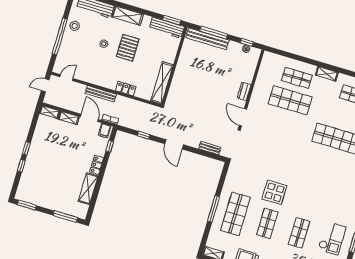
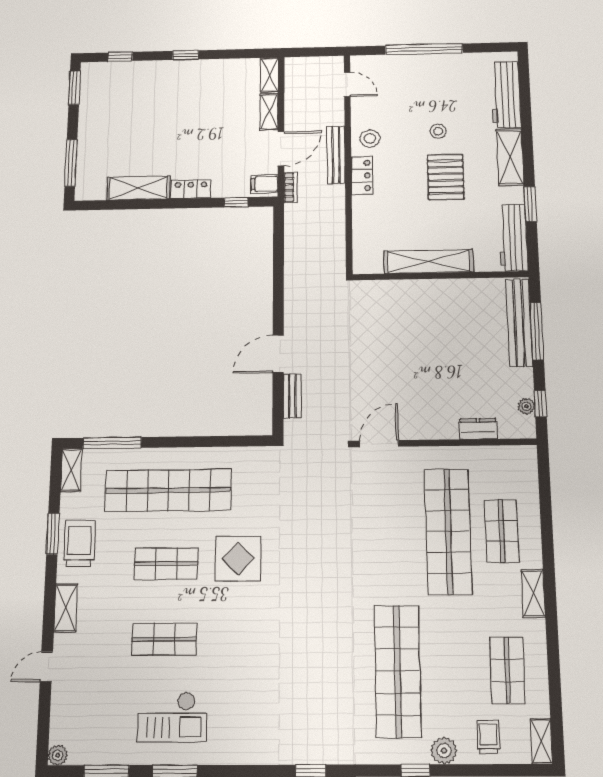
window: (172, 20) -> (530, 204), moved
stool: (75, 26) -> (370, 138), moved
pallet: (128, 48) -> (446, 177), turned 90
shelving: (162, 83) -> (429, 262), moved
door: (45, 85) -> (320, 52), removed
locker: (126, 89) -> (362, 175), moved
dresser: (244, 91) -> (478, 429), moved
shop shelf: (290, 100) -> (448, 531), width x1.40
window: (144, 135) -> (278, 259), removed
door: (174, 144) -> (278, 354), moved
window: (21, 166) -> (120, 57), moved
window: (214, 209) -> (112, 443), moved
shop shelf: (235, 214) -> (168, 490), width x1.40

